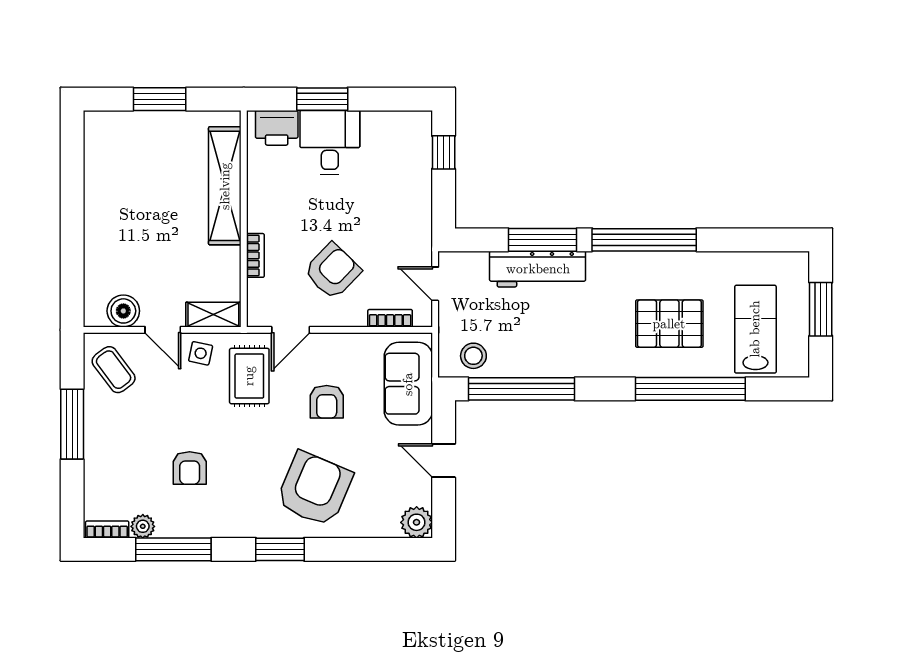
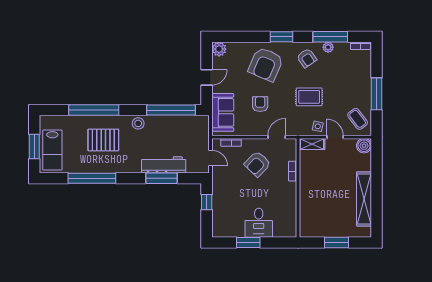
window: (322, 99) -> (248, 243), moved
printer: (277, 128) -> (283, 229), removed
window: (444, 152) -> (207, 202), moved
shelving: (225, 186) -> (364, 199), moved
window: (644, 240) -> (92, 178), moved
boiler: (123, 311) -> (364, 146), moved
lab bench: (755, 329) -> (52, 150), moved
stool: (473, 356) -> (138, 123), moved
rug: (249, 376) -> (309, 97), moved, turned 90
door: (444, 461) -> (207, 77), hinge flipped
armchair: (190, 468) -> (307, 58), moved, turned 145
plant: (143, 526) -> (328, 47), moved

